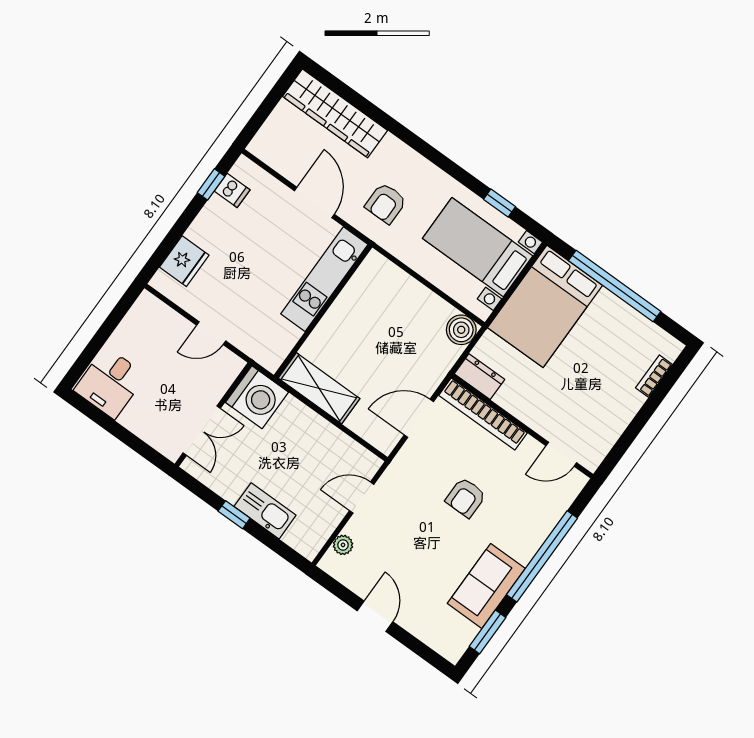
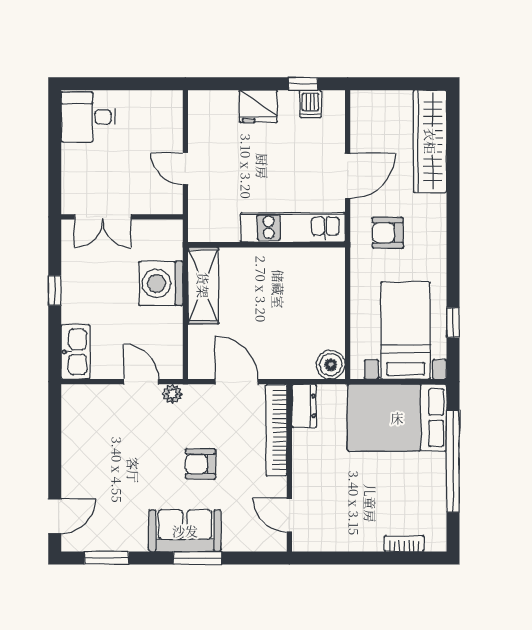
fridge: (184, 261) -> (258, 106), moved
washing machine: (257, 397) -> (161, 283), moved, turned 90
kitchen sink: (265, 511) -> (75, 352), moved
plant: (343, 545) -> (172, 394), moved
window: (542, 556) -> (198, 558), width x0.47
sofa: (486, 586) -> (185, 531), moved
door: (375, 616) -> (55, 516), moved

